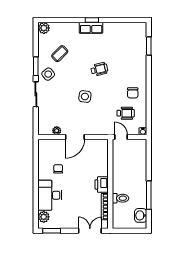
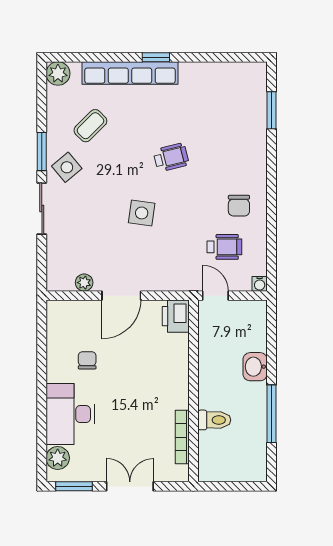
row of seats: (91, 28) -> (130, 73), width x2.02
printer: (102, 184) -> (176, 316), moved
washbasin: (141, 215) -> (255, 367), moved
double door: (90, 231) -> (130, 486), moved

